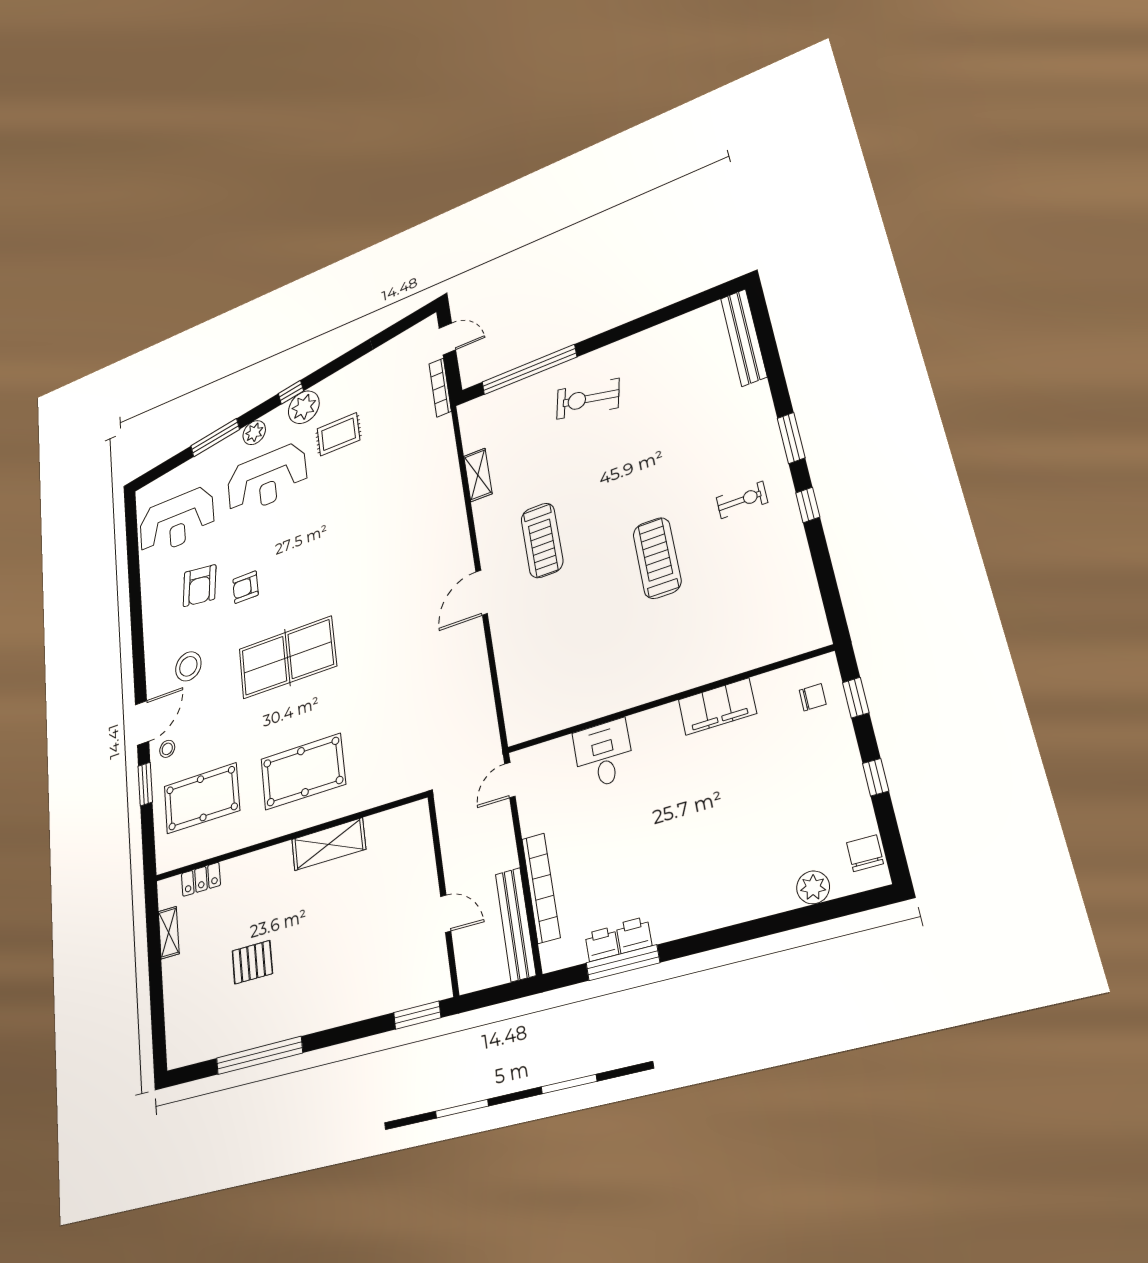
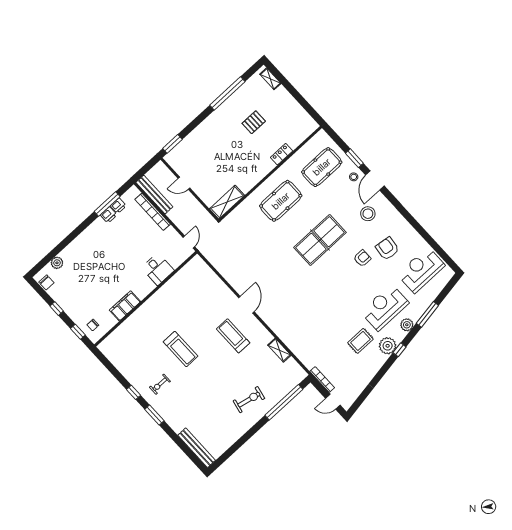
shelving: (329, 844) -> (227, 202), moved
locker: (201, 879) -> (282, 154), moved
shelving: (169, 933) -> (270, 79), moved

